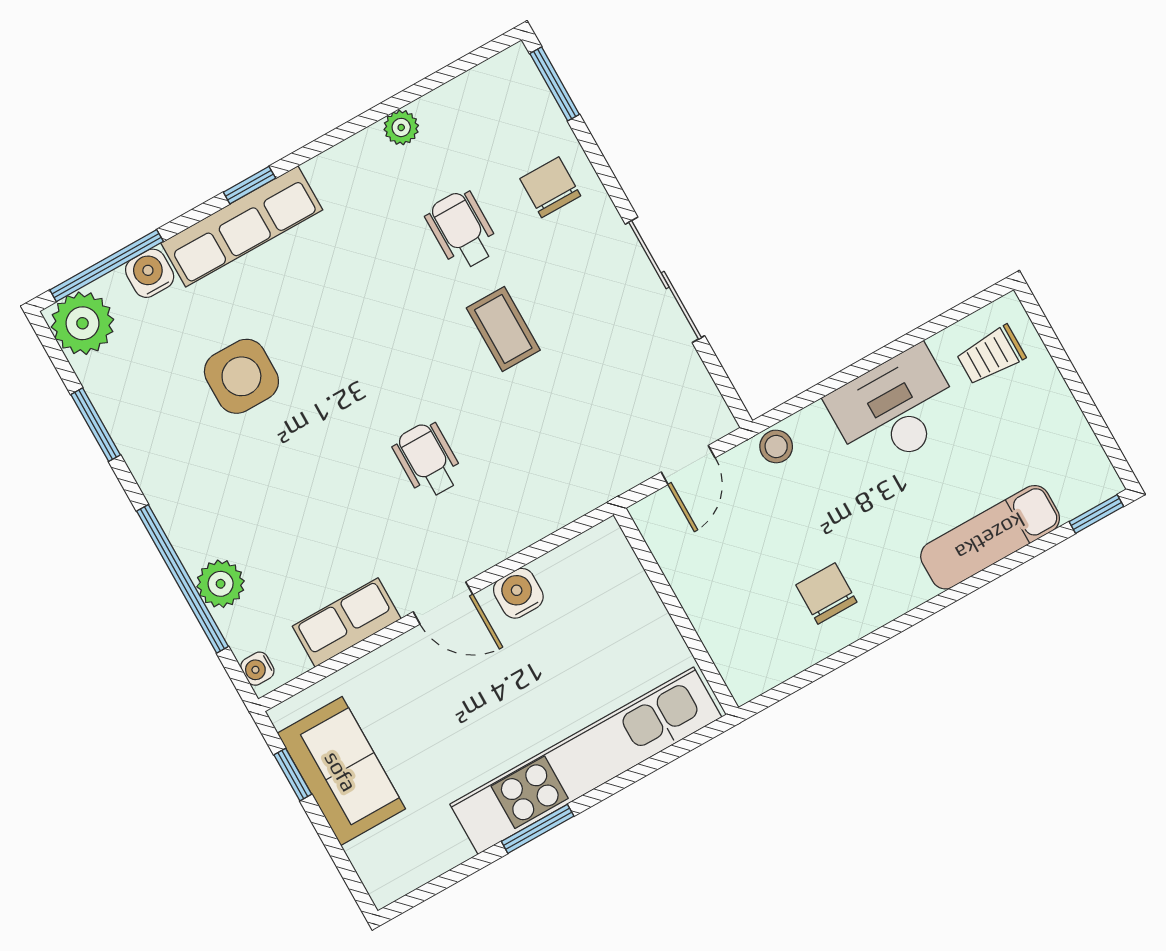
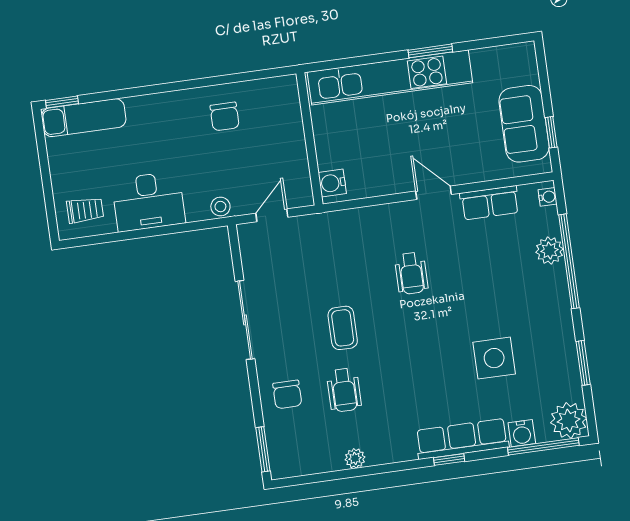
exam couch: (990, 537) -> (84, 118), moved
water cooler: (518, 593) -> (332, 183), moved, turned 90

